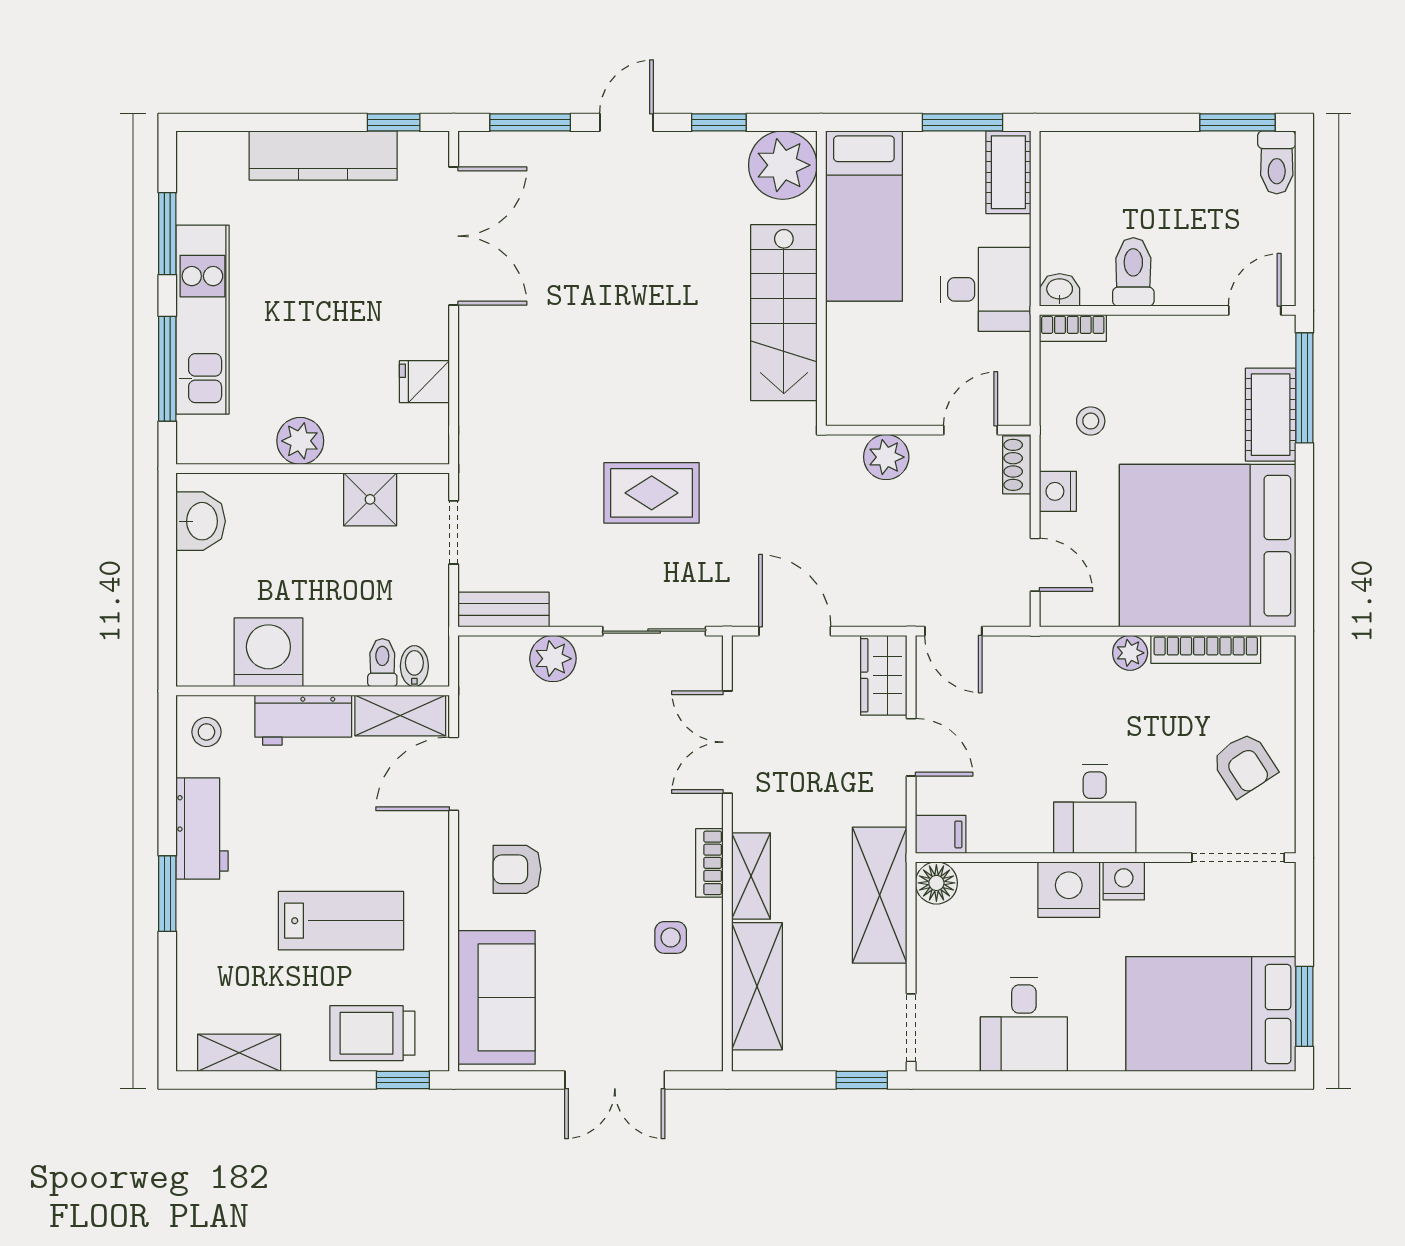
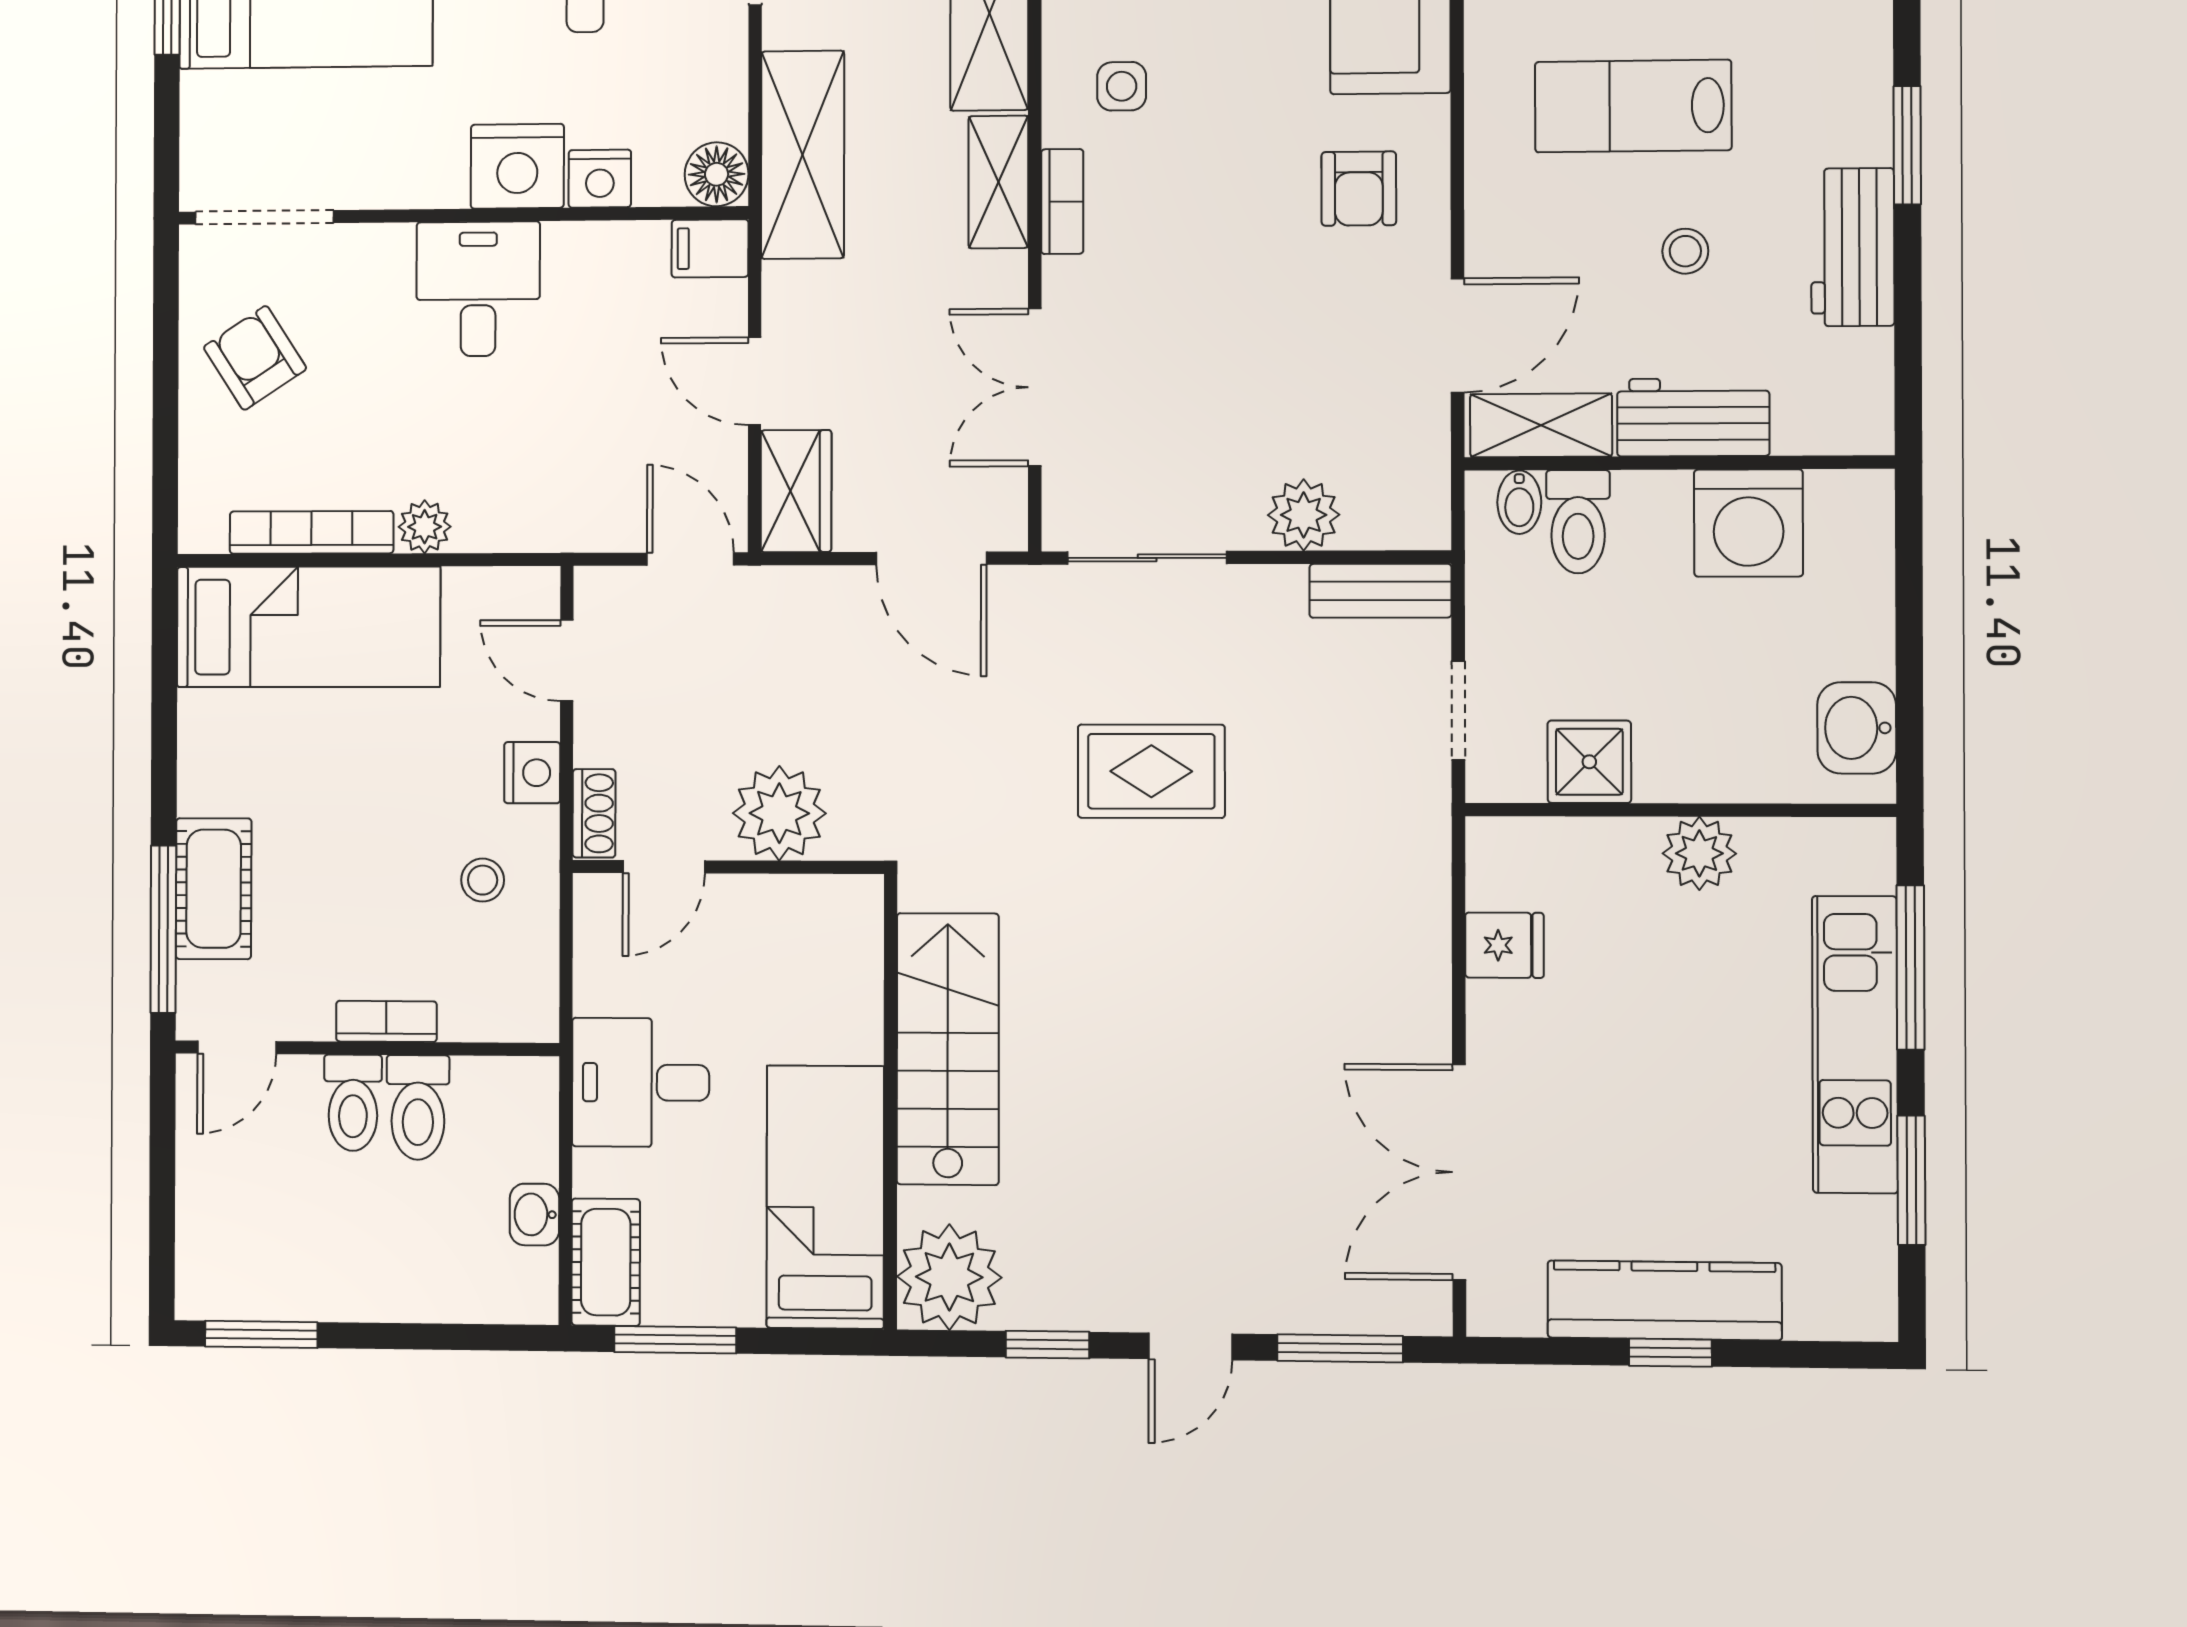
window: (394, 122) -> (1670, 1353), moved
toilet: (1277, 162) -> (353, 1103), moved, turned 180
washbasin: (1060, 290) -> (534, 1215), moved, turned 90
bookcase: (1073, 328) -> (386, 1021), moved
plant: (886, 457) -> (779, 813), width x1.36, depth x1.36
bed: (1208, 546) -> (308, 627), width x0.49
toilet: (382, 663) -> (1578, 522), width x1.37, depth x1.39
stool: (206, 732) -> (1685, 251), moved
double door: (727, 742) -> (1035, 387), swing flipped
armchair: (517, 869) -> (1359, 189), turned 90
nightstand: (1124, 881) -> (600, 179), moved

